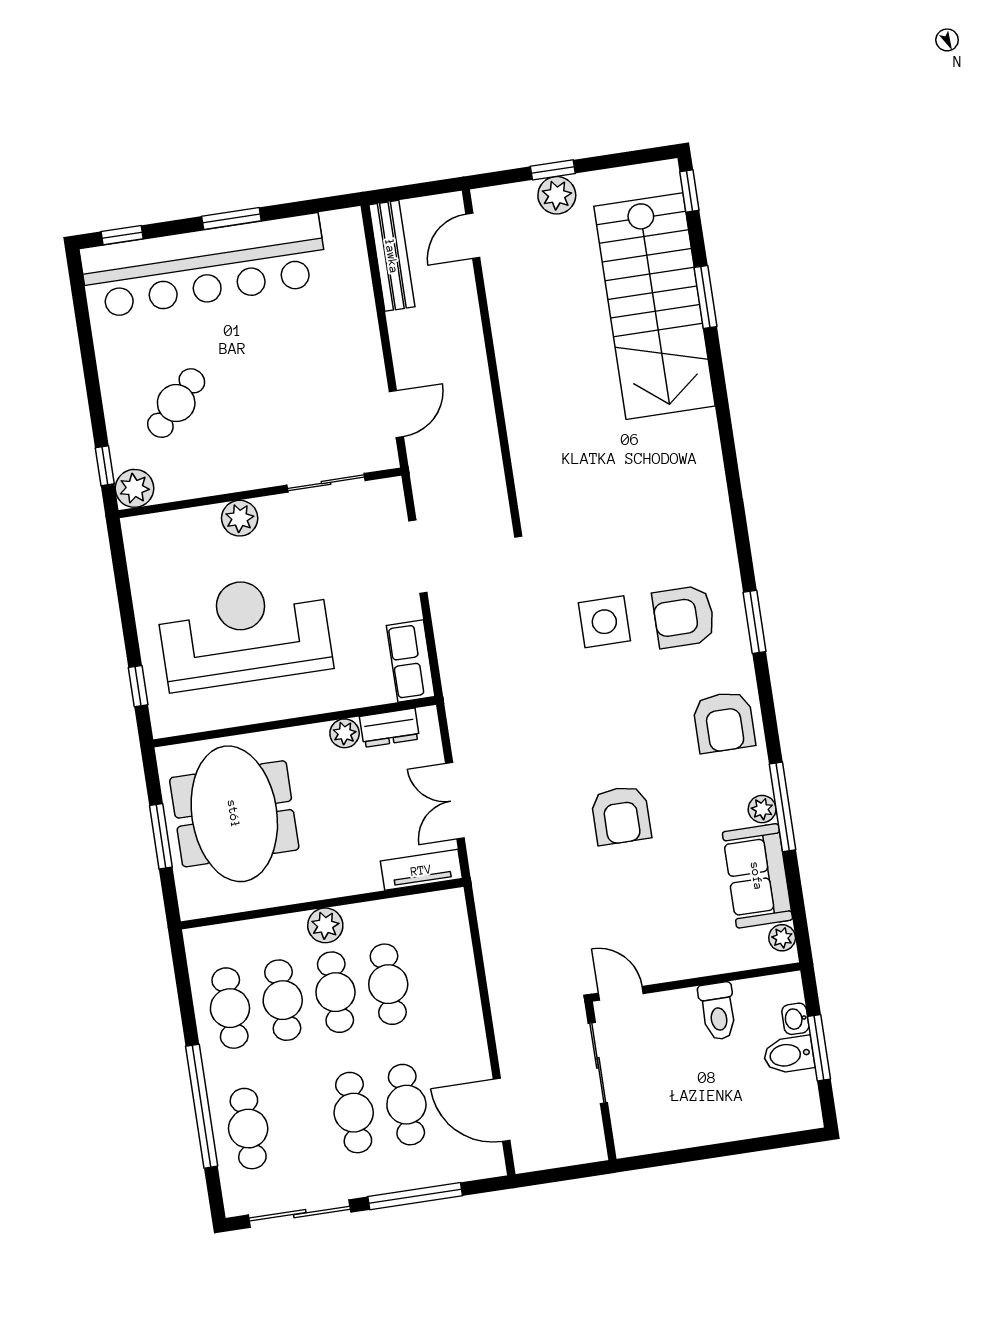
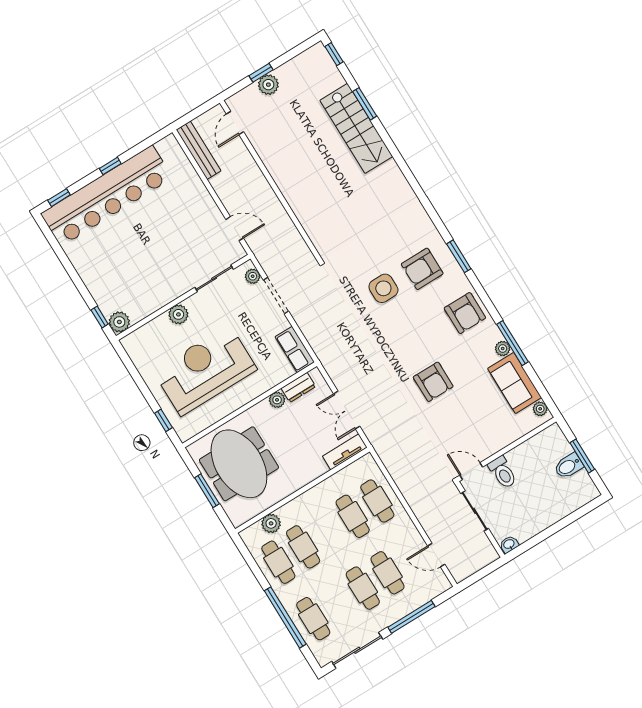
window: (231, 219) -> (110, 166), width x0.67
stairs: (654, 306) -> (356, 128), width x0.73, depth x0.66
cafe table: (176, 403) -> (122, 270), removed
door: (396, 414) -> (235, 229), hinge flipped
plant: (392, 507) -> (253, 276), added
plant: (325, 925) -> (271, 523), moved
cafe table: (335, 992) -> (377, 501), moved
toilet: (718, 1011) -> (503, 472), moved
washbasin: (795, 1019) -> (509, 544), moved, turned 90
door: (502, 1110) -> (436, 555), width x0.73

